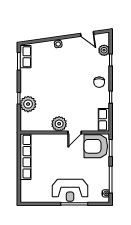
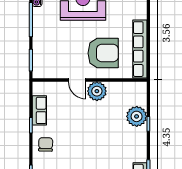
row of seats: (104, 120) -> (39, 110), moved
door: (75, 132) -> (77, 80), swing flipped
armchair: (96, 146) -> (103, 53), moved

